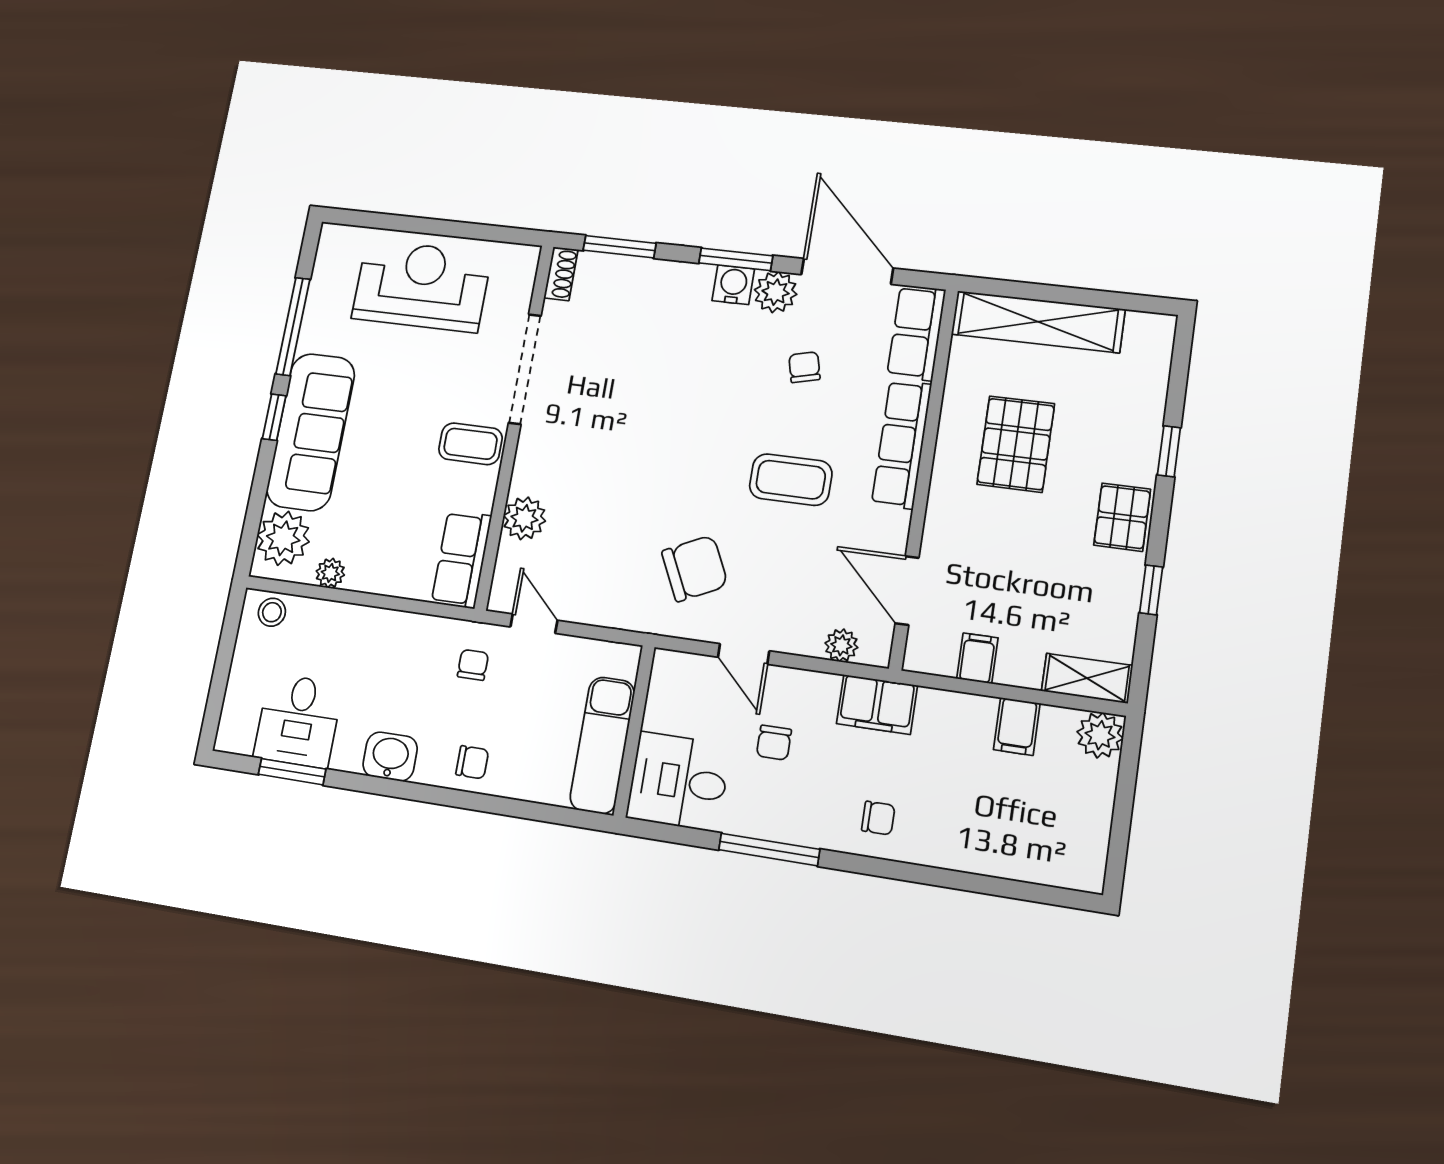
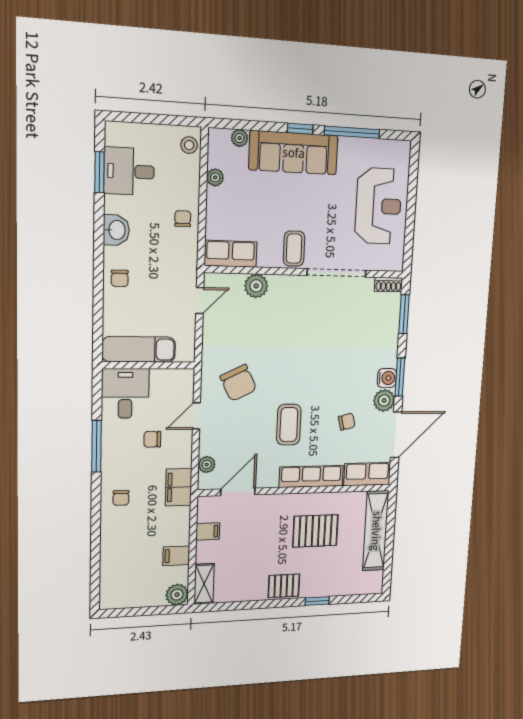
plant: (283, 538) -> (240, 138), width x0.53, depth x0.53
window: (1151, 590) -> (250, 605), removed
chair: (473, 665) -> (183, 219), moved, turned -90

